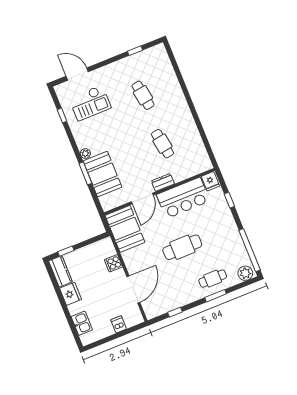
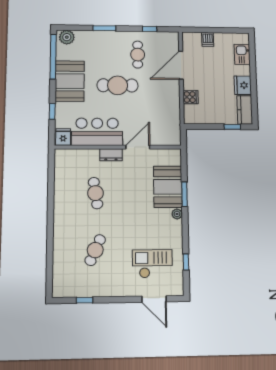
cafe table: (143, 95) -> (95, 250), turned 33
booth: (125, 229) -> (70, 81), moved
cafe table: (213, 279) -> (138, 55), moved, turned 90

